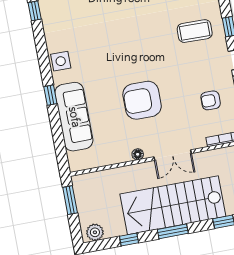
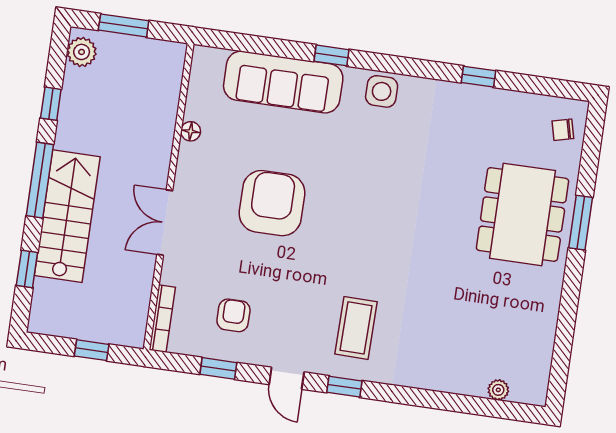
floor lamp: (138, 154) -> (191, 131), moved
window: (70, 200) -> (124, 25), moved
stairs: (173, 205) -> (67, 216), width x0.73, depth x0.66
window: (173, 231) -> (40, 180), width x1.44

